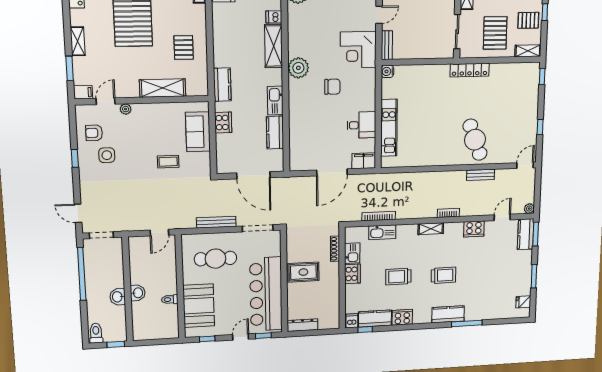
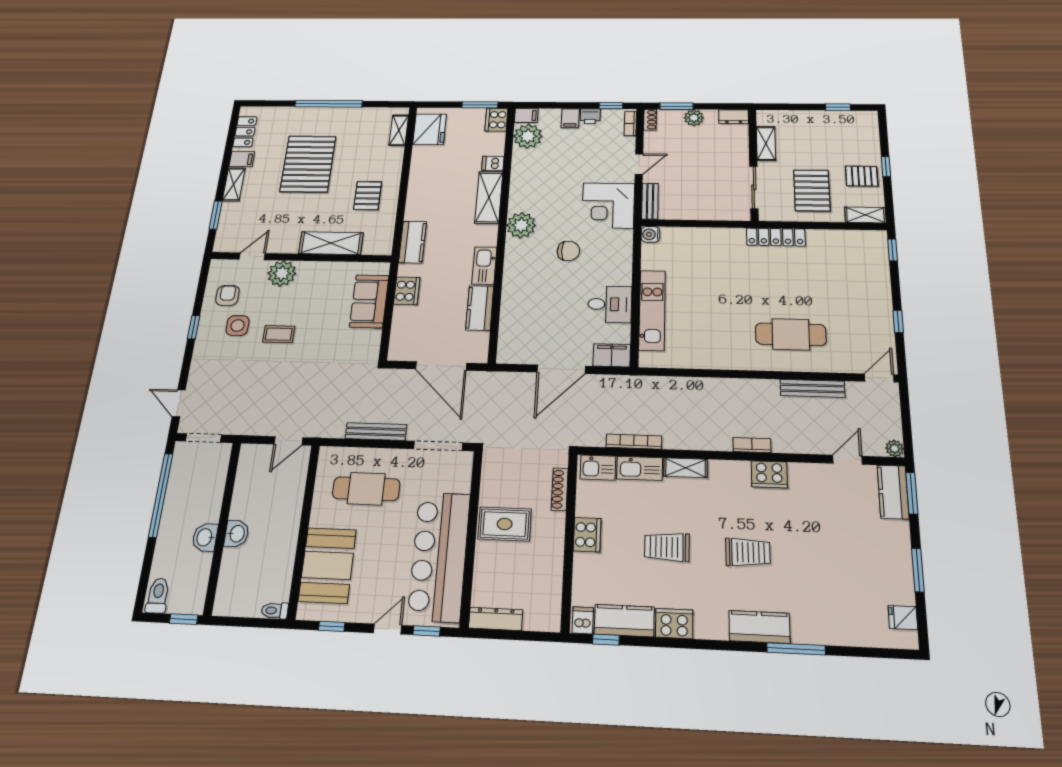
filing cabinet: (83, 92) -> (242, 159), moved
plant: (126, 109) -> (282, 273), width x1.88, depth x1.88
armchair: (94, 133) -> (227, 295), turned 90
cafe table: (475, 140) -> (791, 334), turned -70
coffee table: (168, 162) -> (279, 334), moved
bench: (481, 175) -> (812, 388), width x1.36
shelving: (431, 229) -> (686, 468), moved
cooker: (474, 229) -> (769, 474), moved
kitchen sink: (352, 253) -> (598, 468), moved, turned 90
toilet: (170, 299) -> (275, 611), moved

